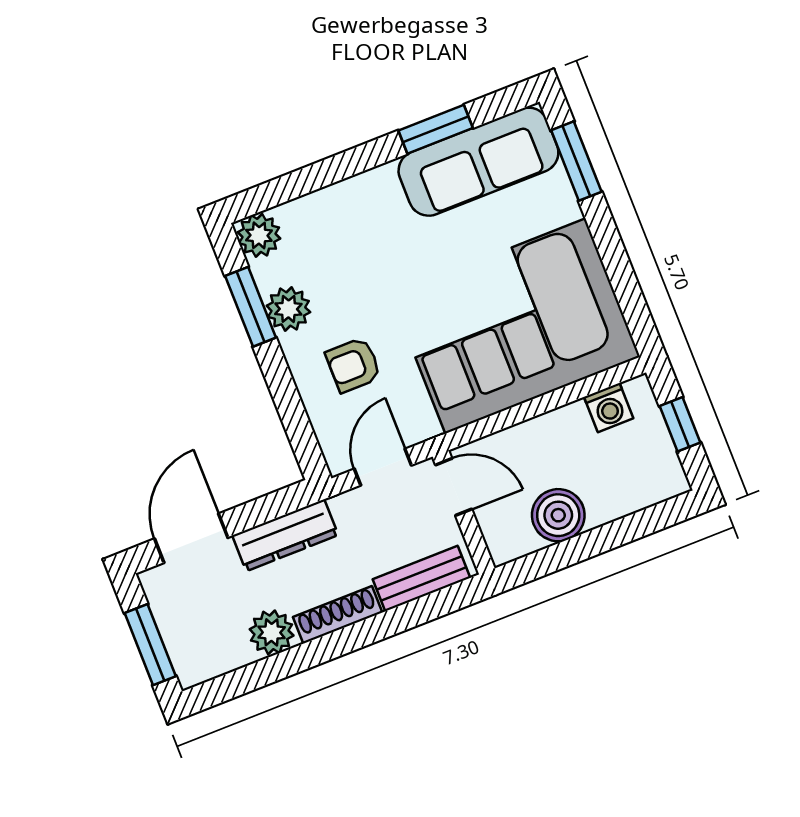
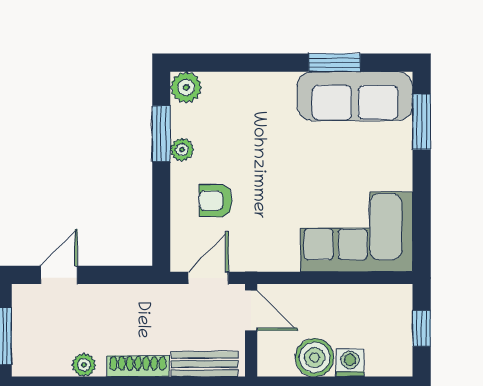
plant: (288, 309) -> (182, 150), width x0.73, depth x0.73
corner sofa: (516, 326) -> (356, 232), width x0.73, depth x0.74
washing machine: (609, 408) -> (350, 363), moved, turned 180
dresser: (285, 535) -> (124, 298), removed
door: (191, 538) -> (59, 275), width x0.73
plant: (272, 632) -> (84, 365), width x0.73, depth x0.73

